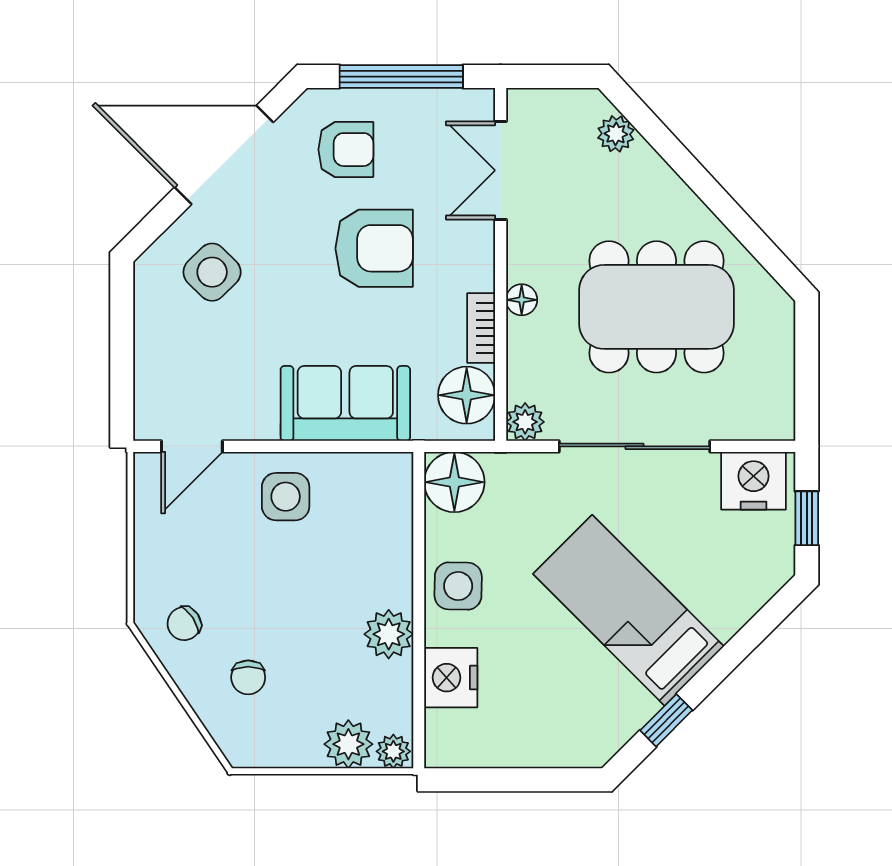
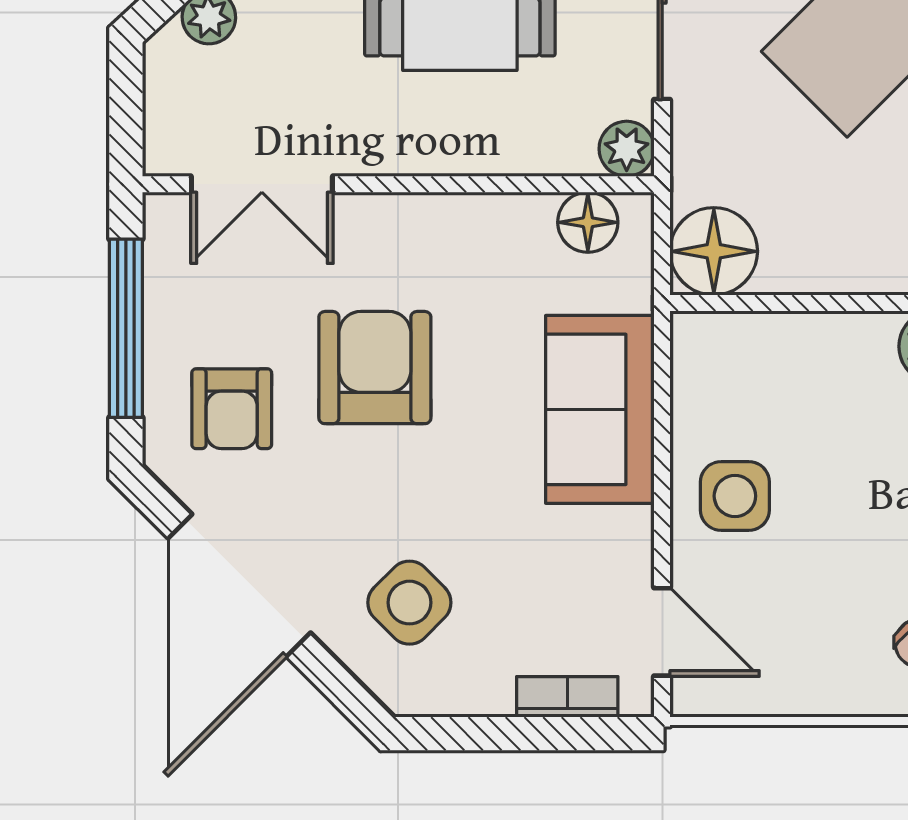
armchair: (346, 150) -> (232, 409), turned 180
floor lamp: (522, 300) -> (450, 154), removed
bookcase: (481, 328) -> (567, 697), moved, turned 180
floor lamp: (467, 395) -> (588, 222), width x0.73, depth x0.73
side table: (458, 586) -> (865, 246), removed

